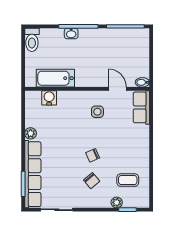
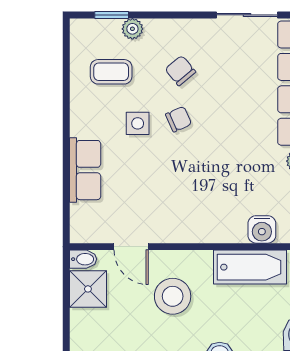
stool: (96, 63) -> (173, 296), added
shower: (140, 67) -> (88, 289), added
row of seats: (141, 107) -> (85, 170), moved
side table: (97, 112) -> (138, 123), moved

